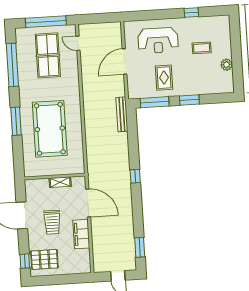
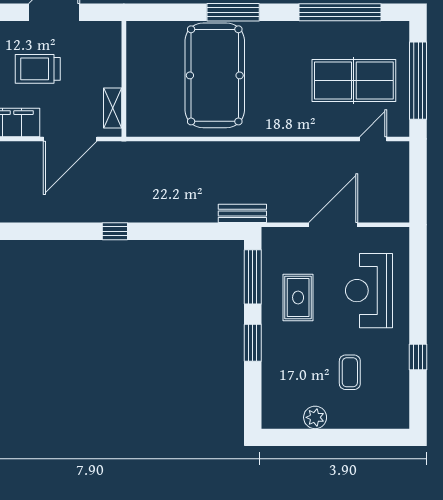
door: (125, 61) -> (333, 225), hinge flipped
rug: (164, 78) -> (298, 297), turned 90
bench: (122, 114) -> (242, 213), width x0.73
pool table: (50, 129) -> (215, 75), turned 90
shelving: (60, 182) -> (113, 108), moved

